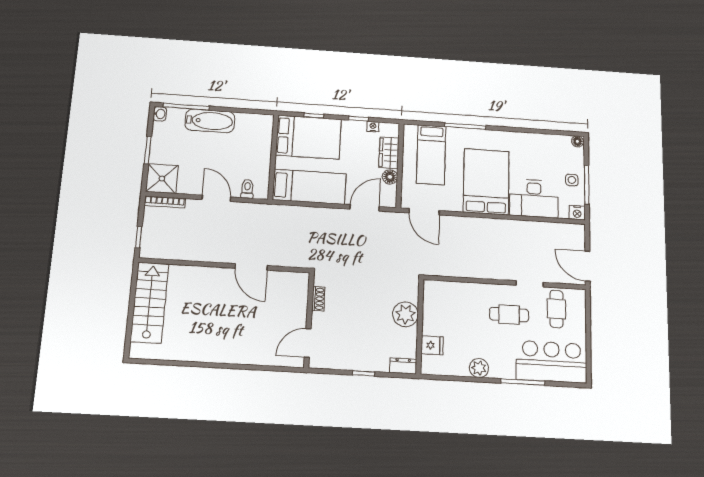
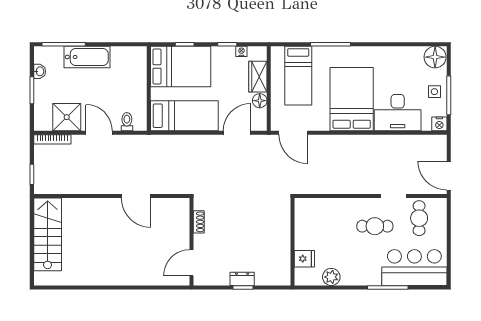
washbasin: (160, 114) -> (40, 71), moved
floor lamp: (577, 141) -> (435, 57), width x1.89, depth x1.89
shower: (162, 179) -> (67, 117), moved
plant: (405, 314) -> (279, 232), removed
dresser: (403, 366) -> (242, 279), moved
plant: (479, 368) -> (331, 277), moved

